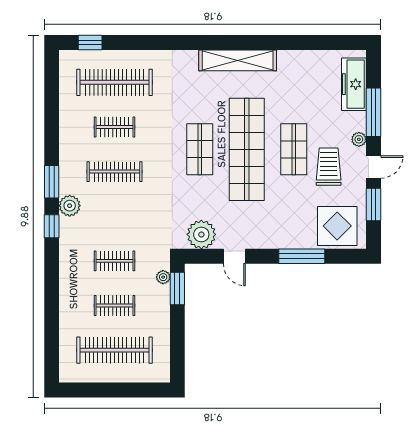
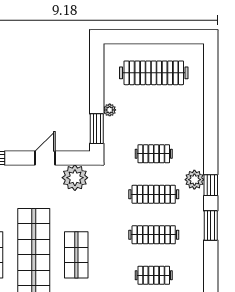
plant: (70, 206) -> (194, 180), moved
door: (234, 256) -> (45, 158), hinge flipped
plant: (163, 277) -> (110, 110), moved
clothes rail: (114, 306) -> (154, 194), moved, width x1.36

